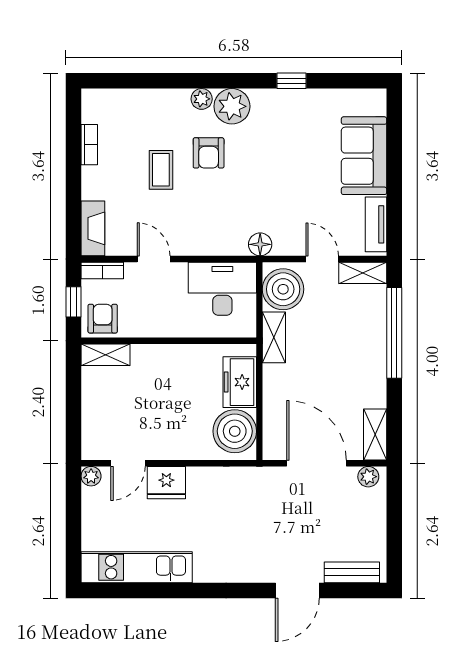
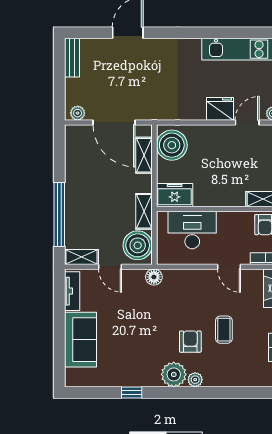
desk: (222, 289) -> (192, 230), moved, turned 180
freezer: (240, 382) -> (175, 195), moved, turned -90
shelving: (375, 435) -> (144, 155), moved
bench: (352, 572) -> (72, 58), moved, turned 90

